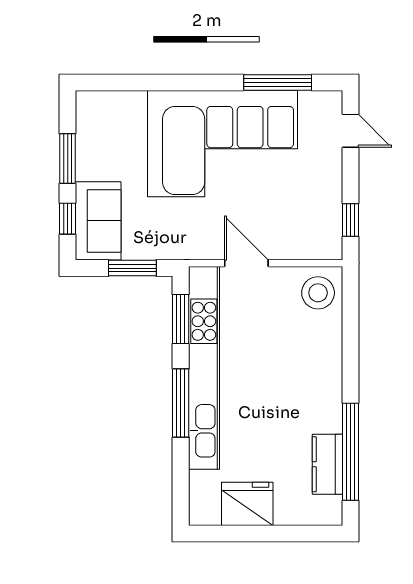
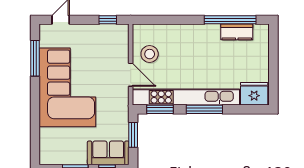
door: (246, 263) -> (131, 75), swing flipped
stool: (318, 293) -> (150, 54), moved
fridge: (247, 504) -> (254, 94), moved, turned 90

